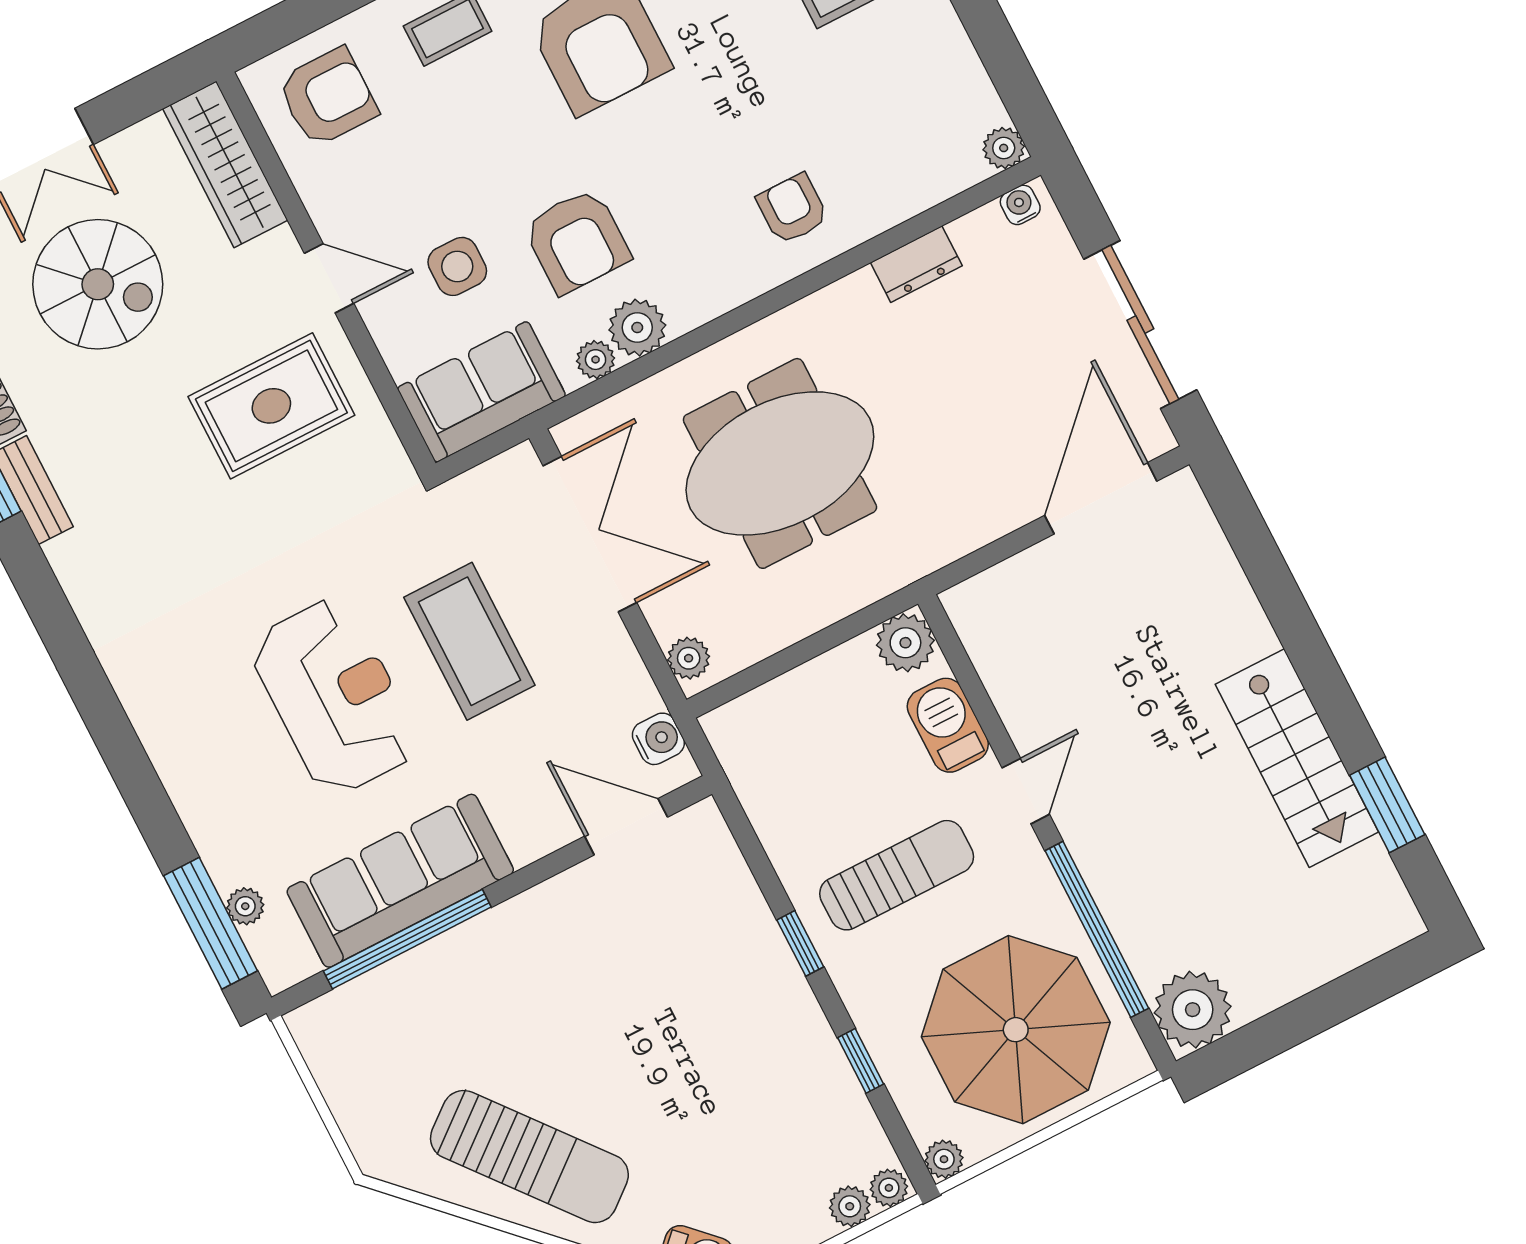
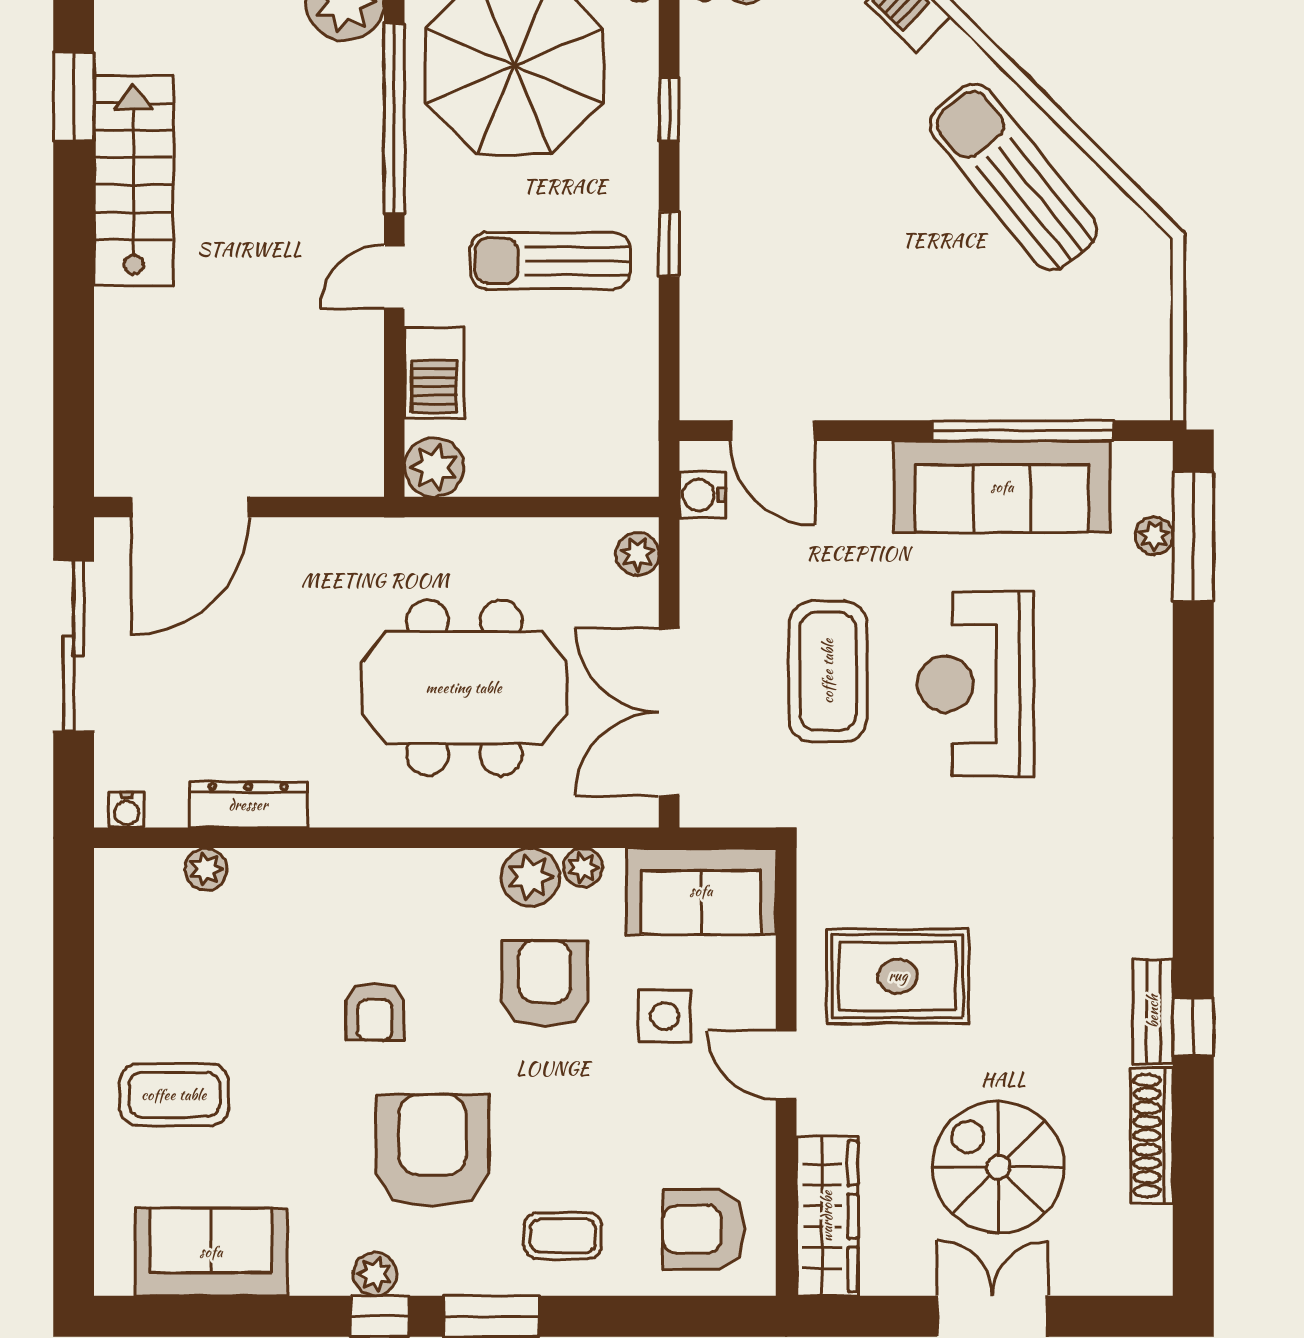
plant: (1004, 148) -> (206, 869), moved
armchair: (792, 209) -> (375, 1012), moved
dresser: (916, 264) -> (248, 805), width x1.44

